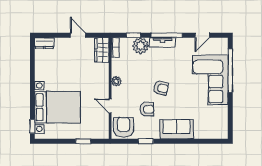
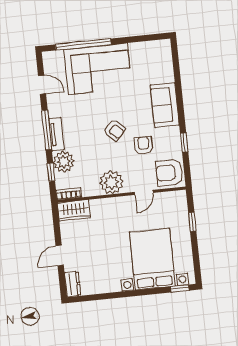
door: (78, 35) -> (60, 255), moved
plant: (116, 81) -> (111, 182), width x1.87, depth x1.87
armchair: (161, 88) -> (114, 130), turned 120

